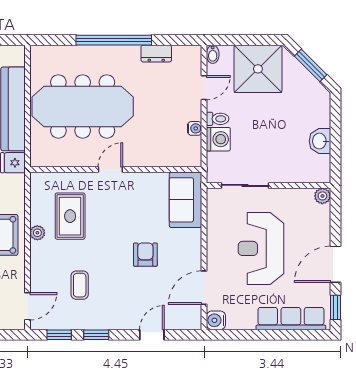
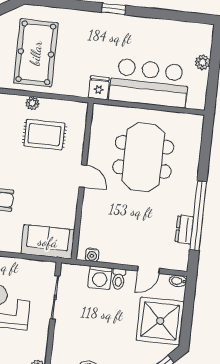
window: (114, 40) -> (198, 216), moved
door: (204, 88) -> (148, 270), hinge flipped
meeting table: (83, 106) -> (143, 157), width x0.73
water cooler: (195, 128) -> (92, 255), moved

